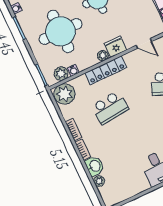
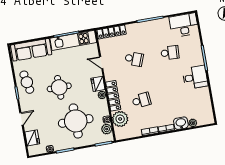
door: (144, 43) -> (101, 63), swing flipped
plant: (65, 94) -> (120, 119), moved
school desk: (110, 108) -> (141, 100), width x0.54

